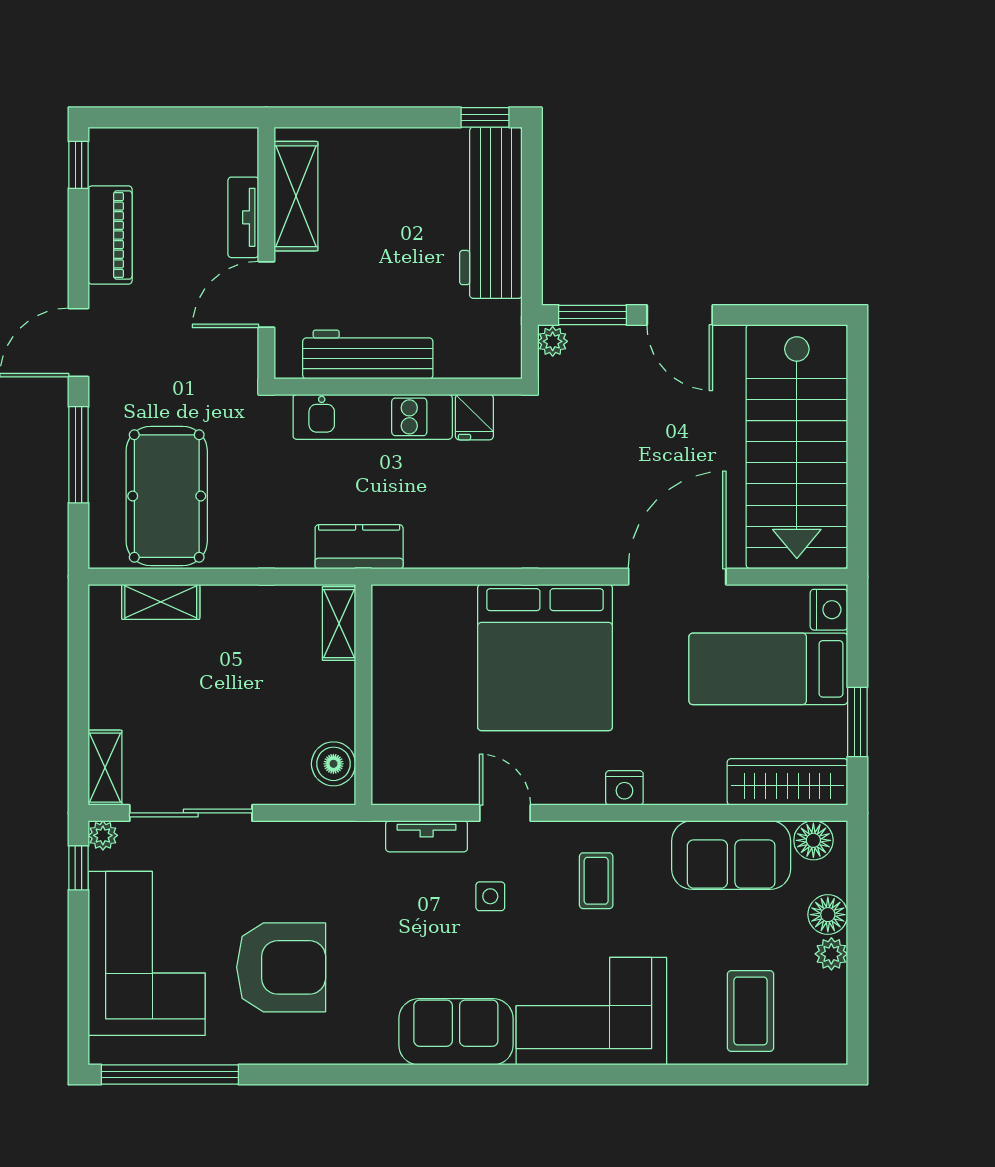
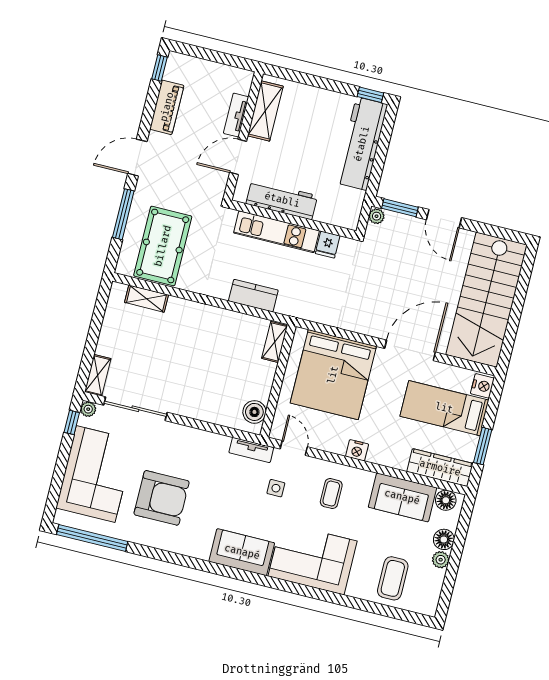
shelving: (339, 624) -> (275, 342), moved
wall: (363, 695) -> (278, 381), moved
boiler: (333, 764) -> (254, 412), moved

